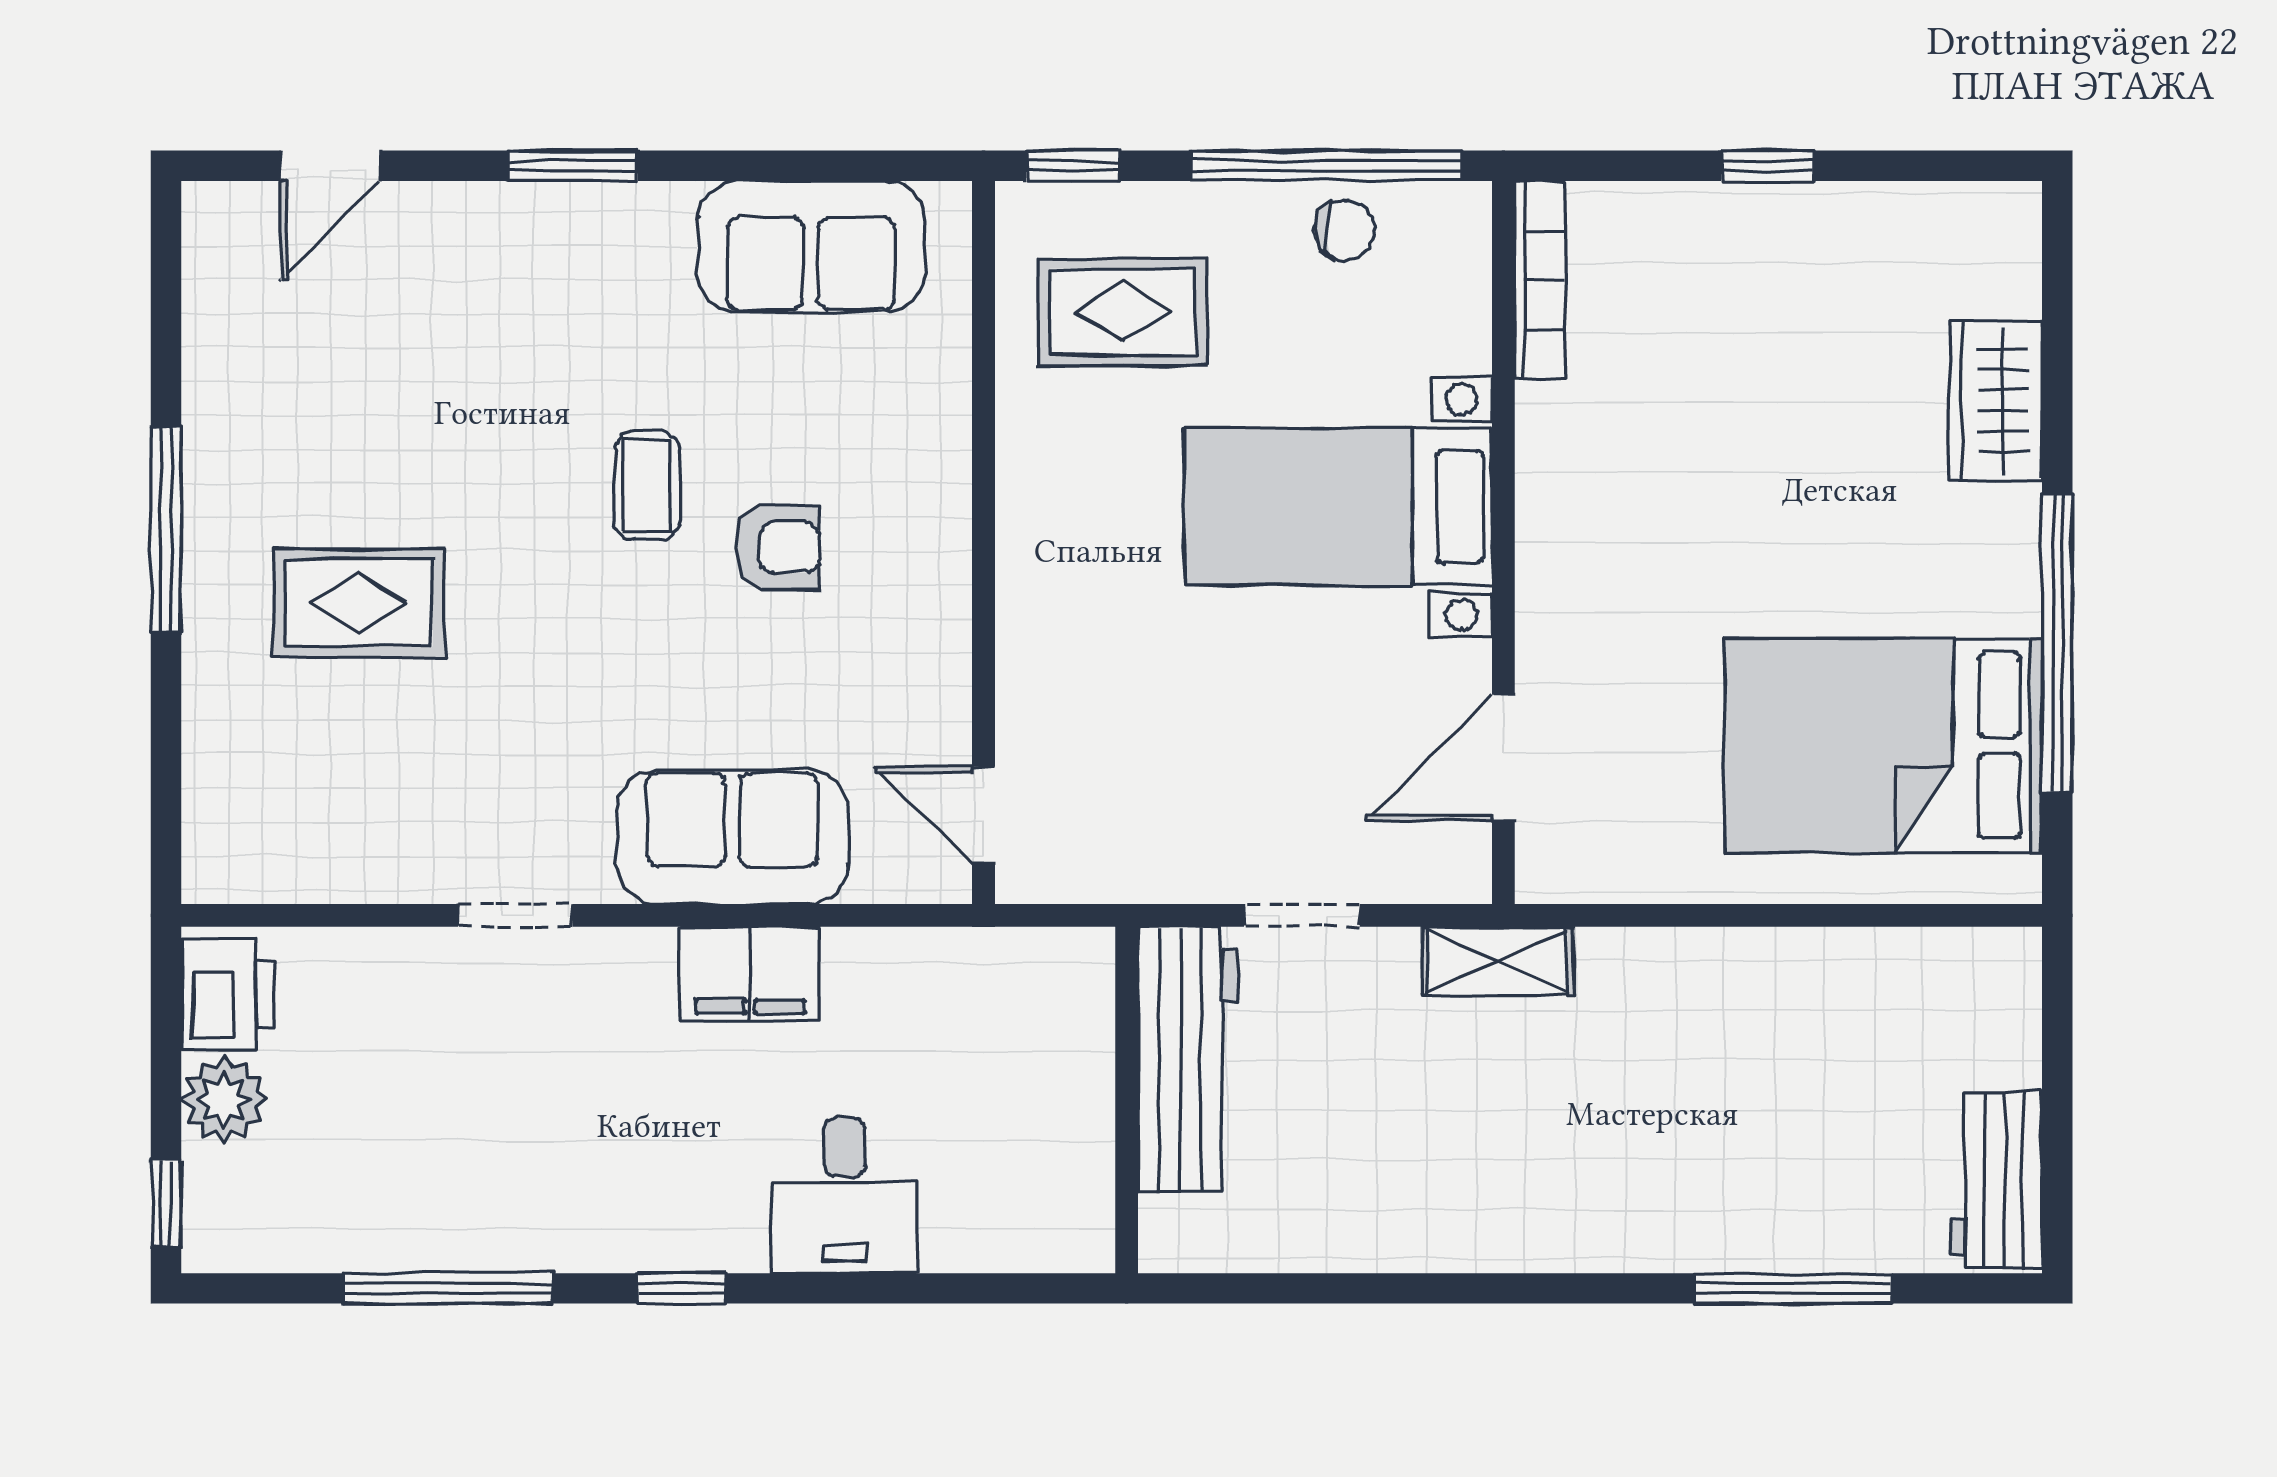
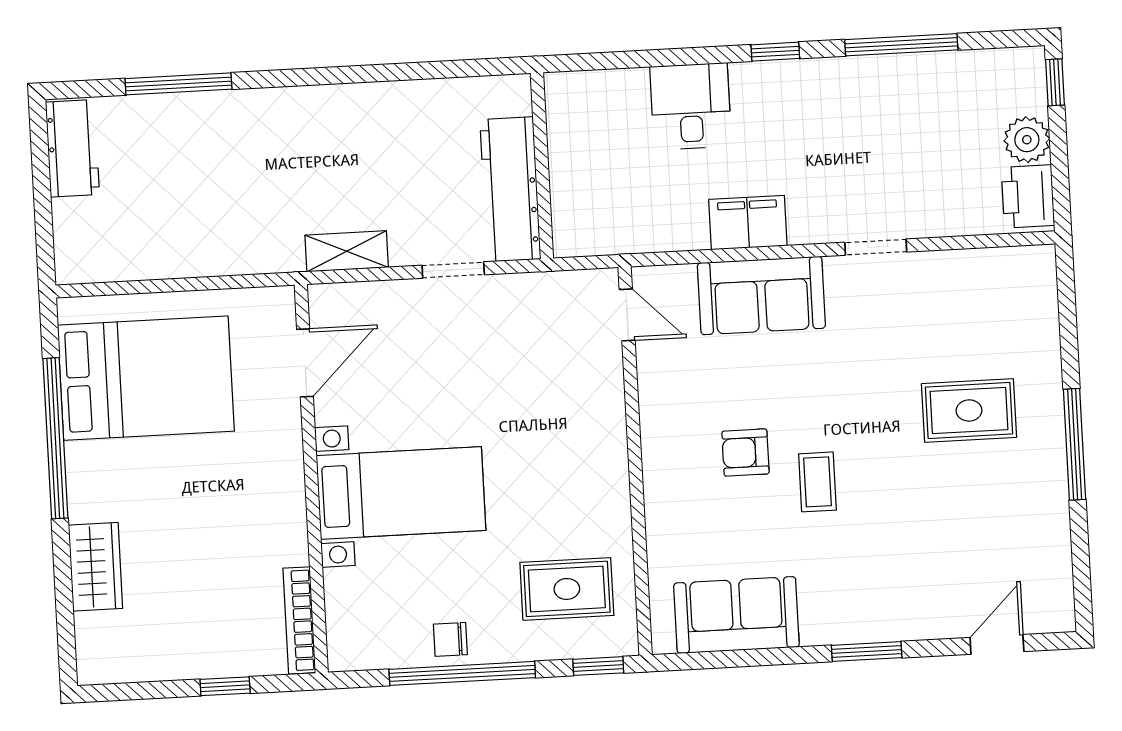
bookcase: (1540, 280) -> (299, 620), moved
bed with nightstands: (1338, 507) -> (401, 493), moved
wall: (1503, 542) -> (311, 479), moved
door: (1503, 758) -> (305, 363), moved

